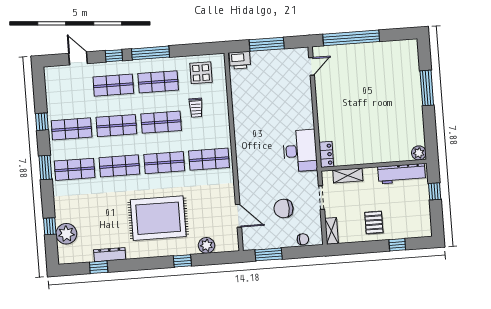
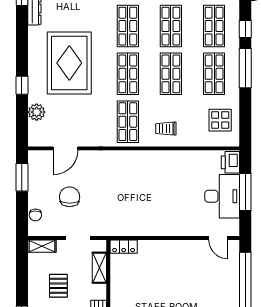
trolley: (196, 108) -> (166, 129), moved
desk: (300, 151) -> (222, 196), moved, turned -90
pallet: (374, 222) -> (58, 286), moved, turned 90

